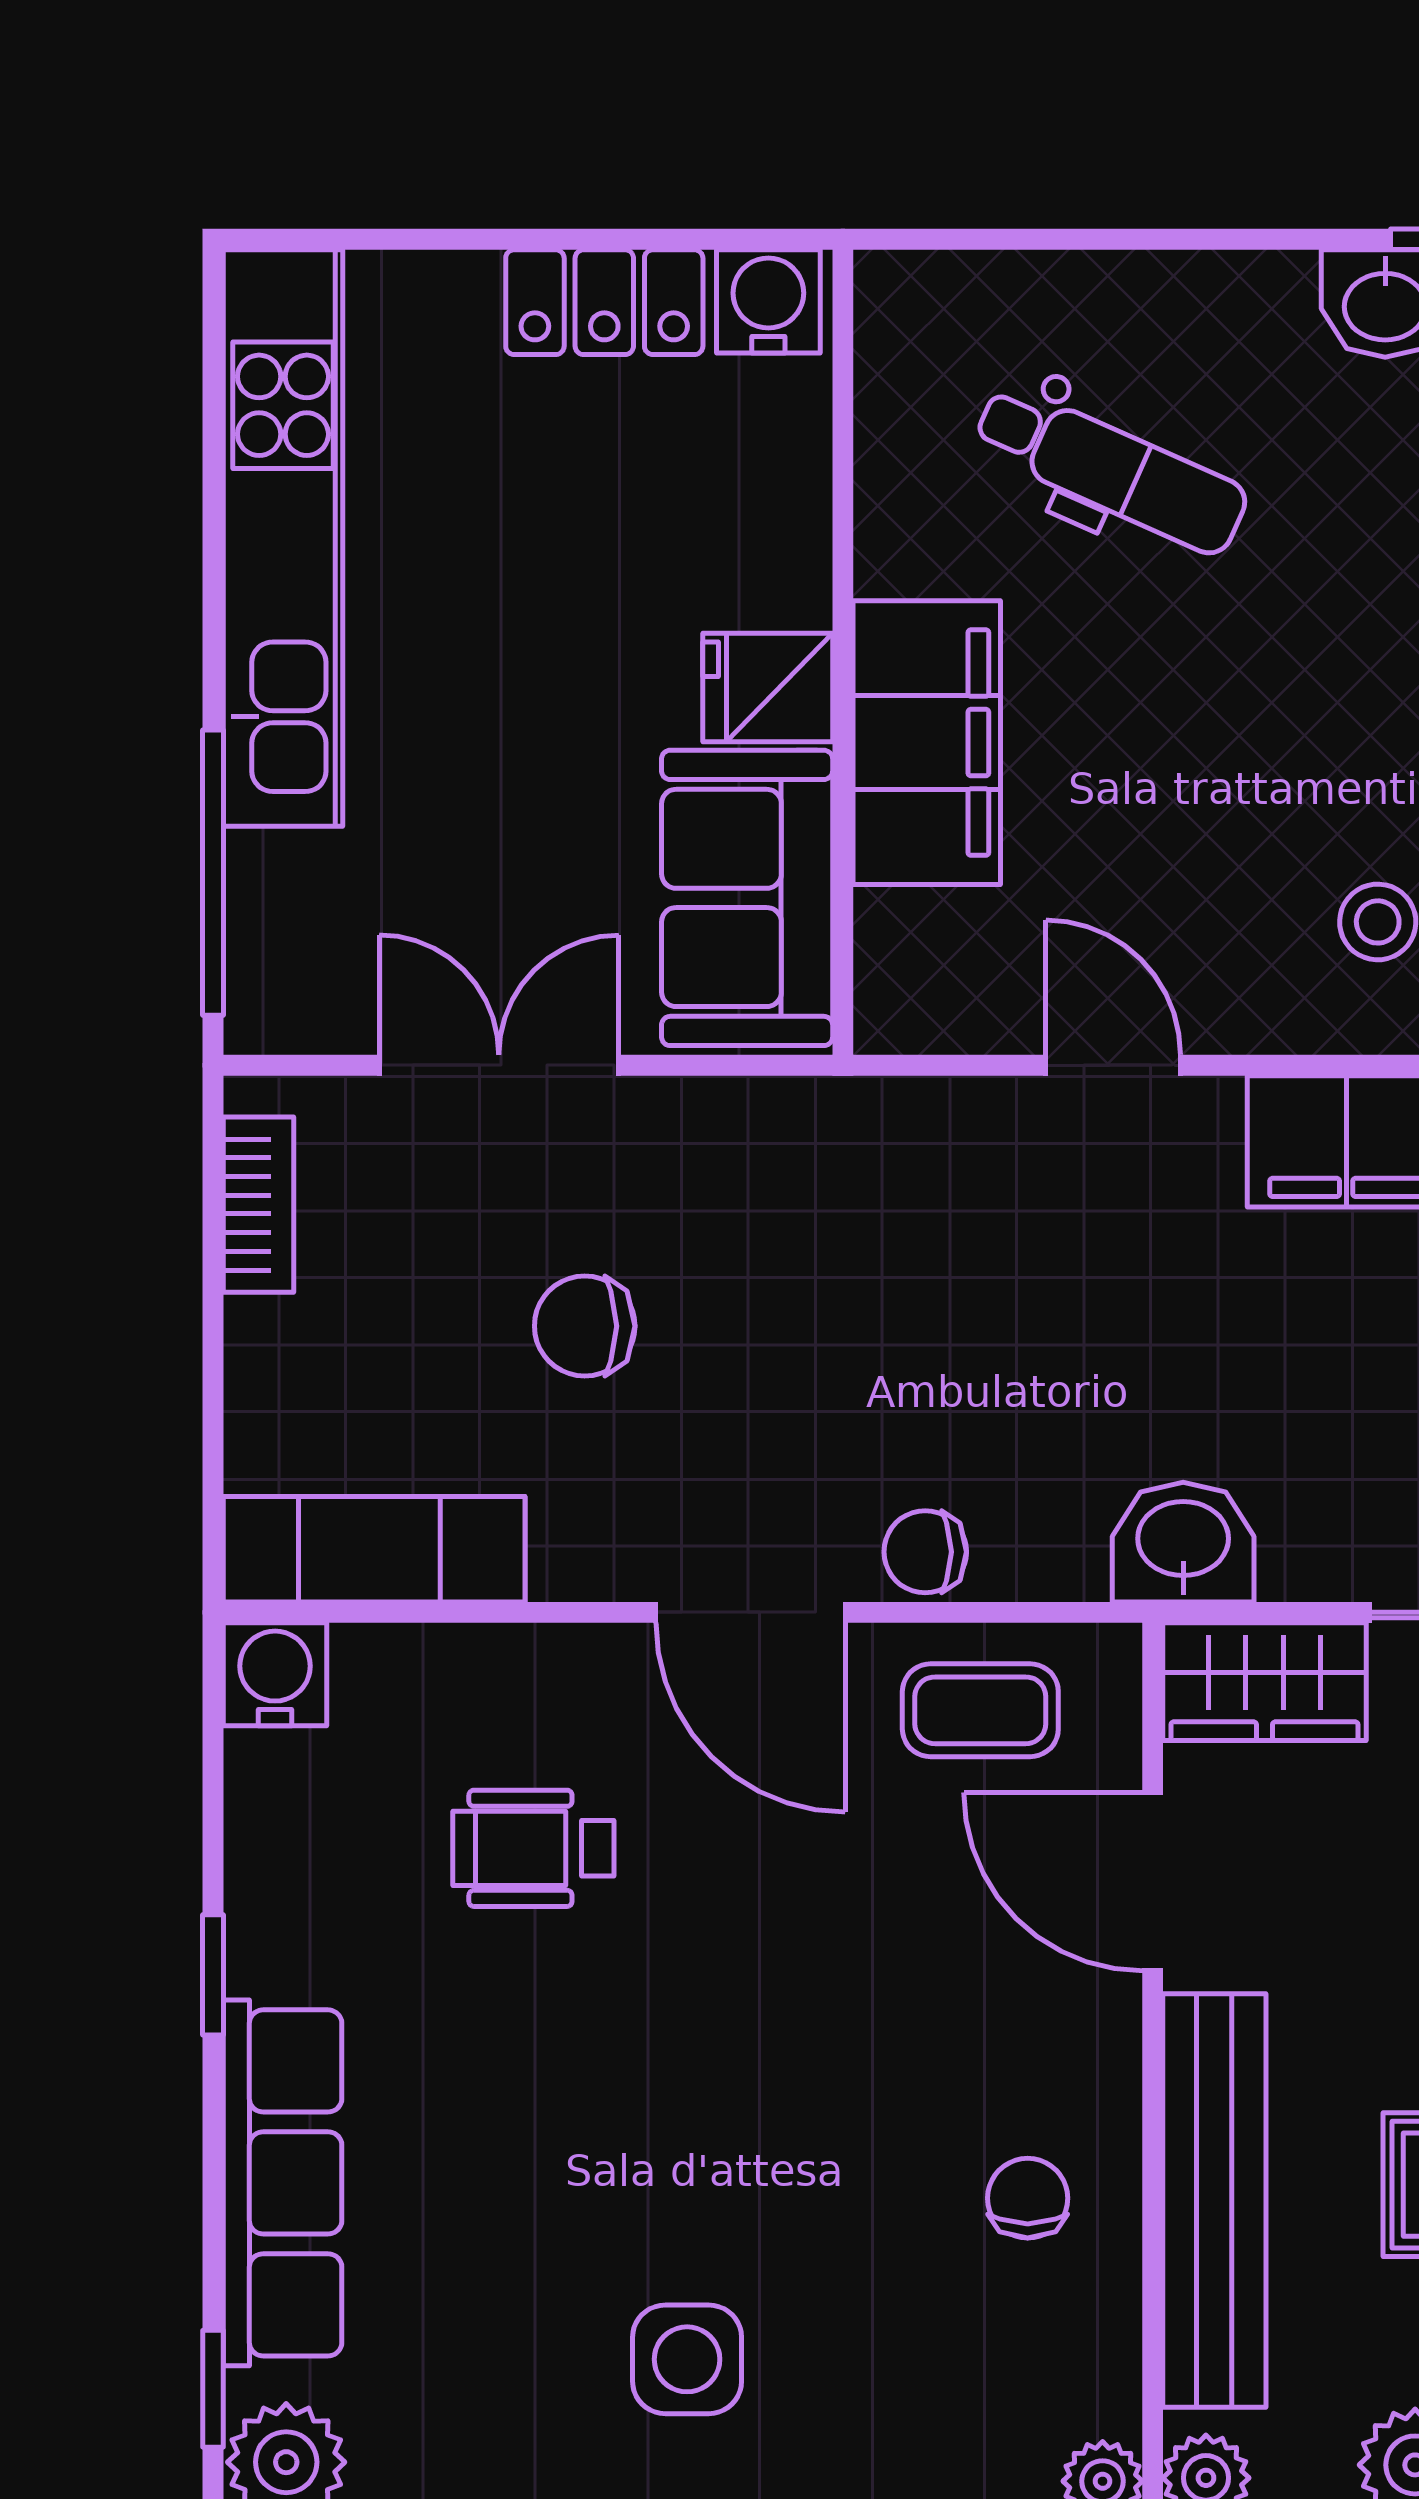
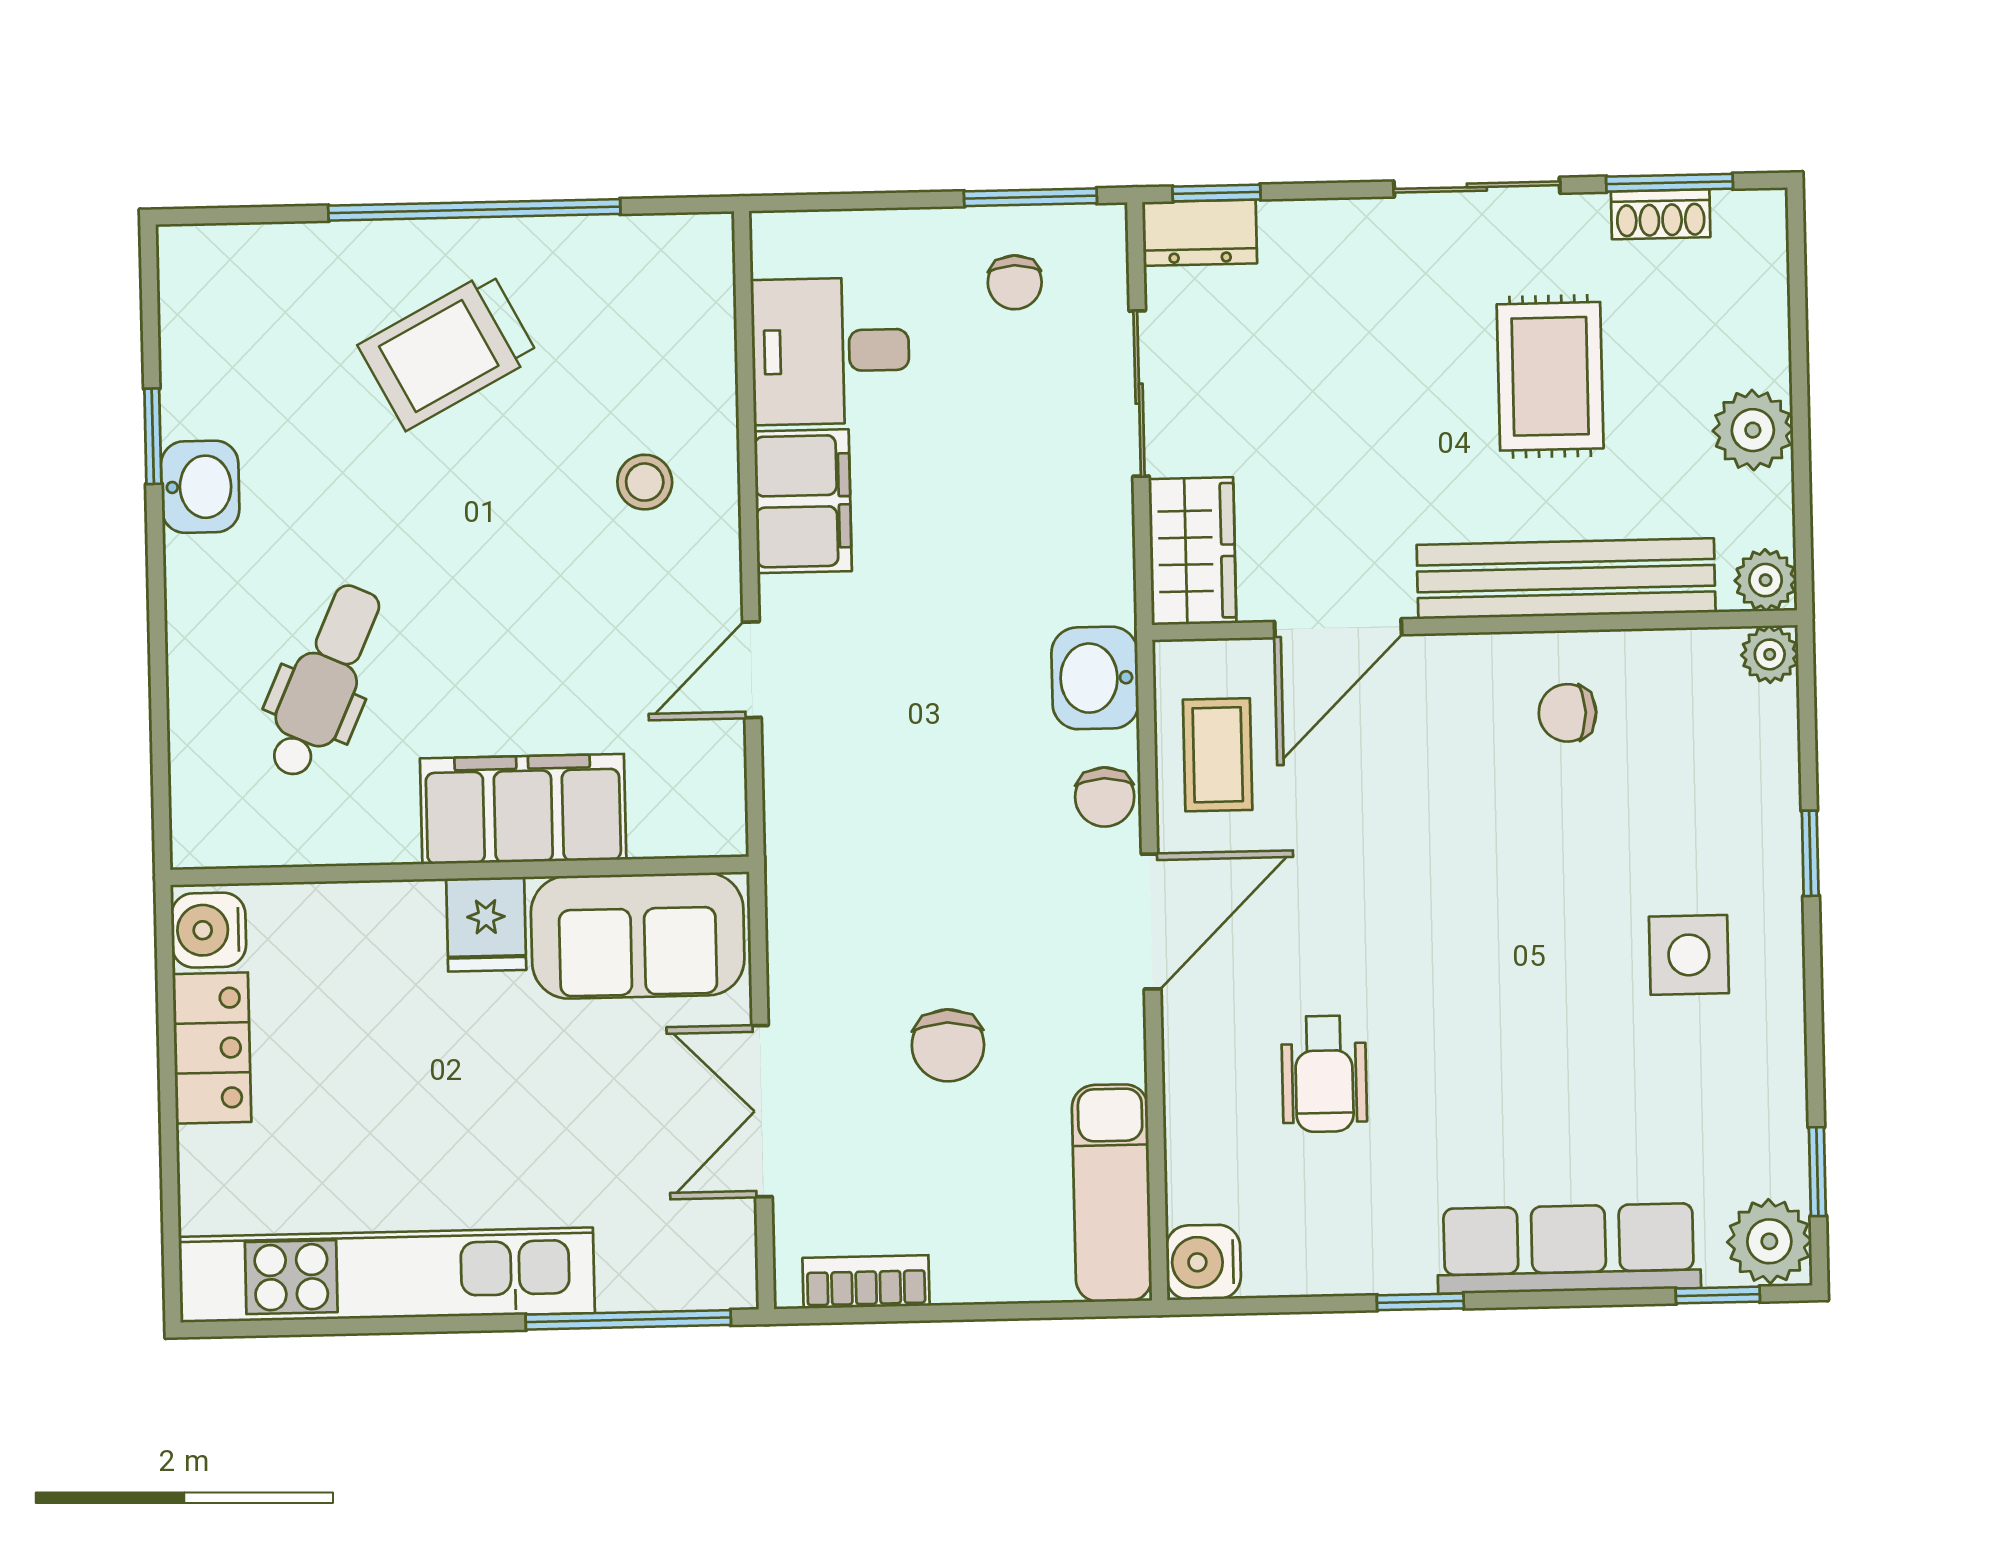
washbasin: (1183, 1542) -> (1095, 678), moved

